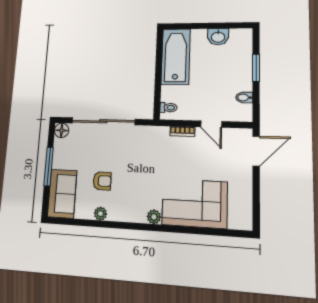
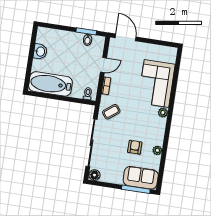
window: (256, 68) -> (86, 31), moved
coffee table: (147, 143) -> (111, 112), added
window: (49, 166) -> (136, 189), moved

